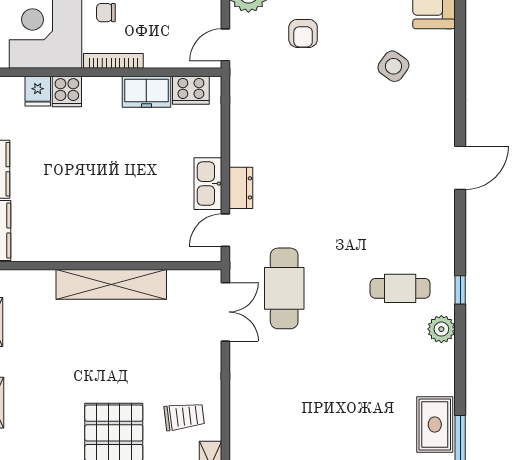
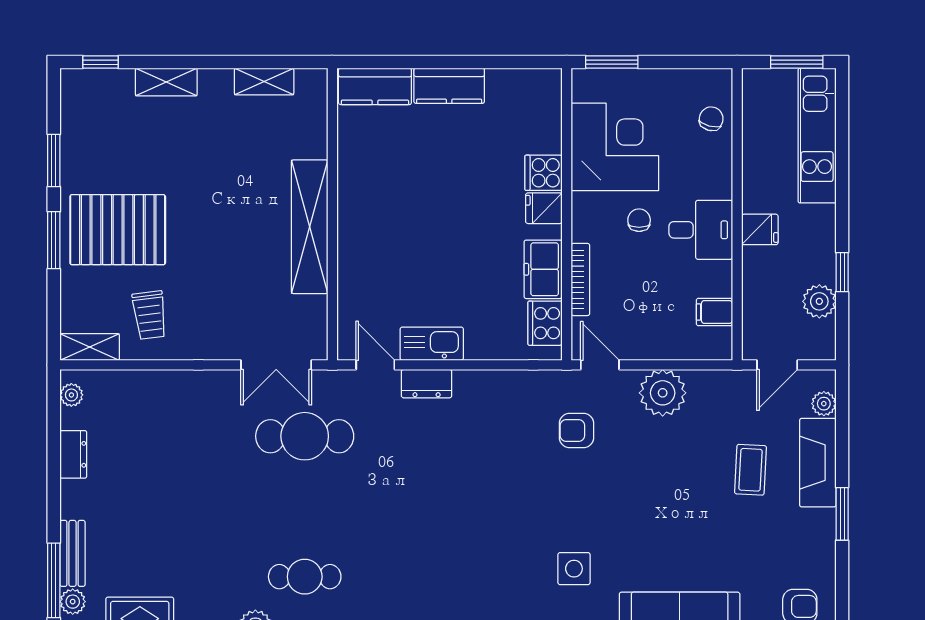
armchair: (303, 33) -> (576, 430), moved
bookcase: (113, 61) -> (580, 279), moved
side table: (393, 66) -> (574, 569), turned -36
fridge: (38, 91) -> (544, 208), moved
cafe table: (400, 288) -> (305, 577), turned 90

